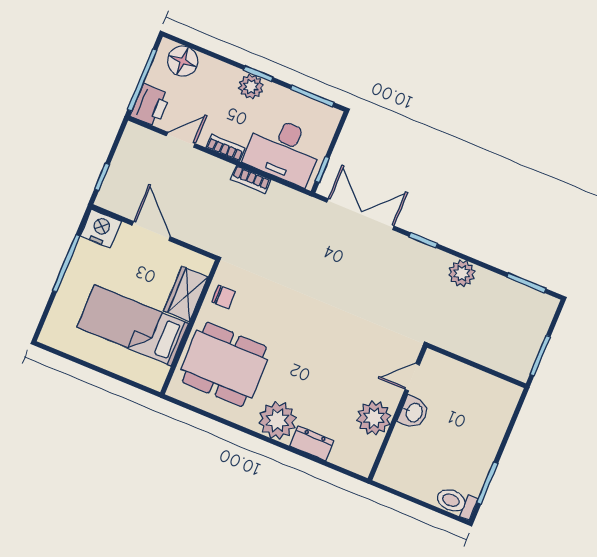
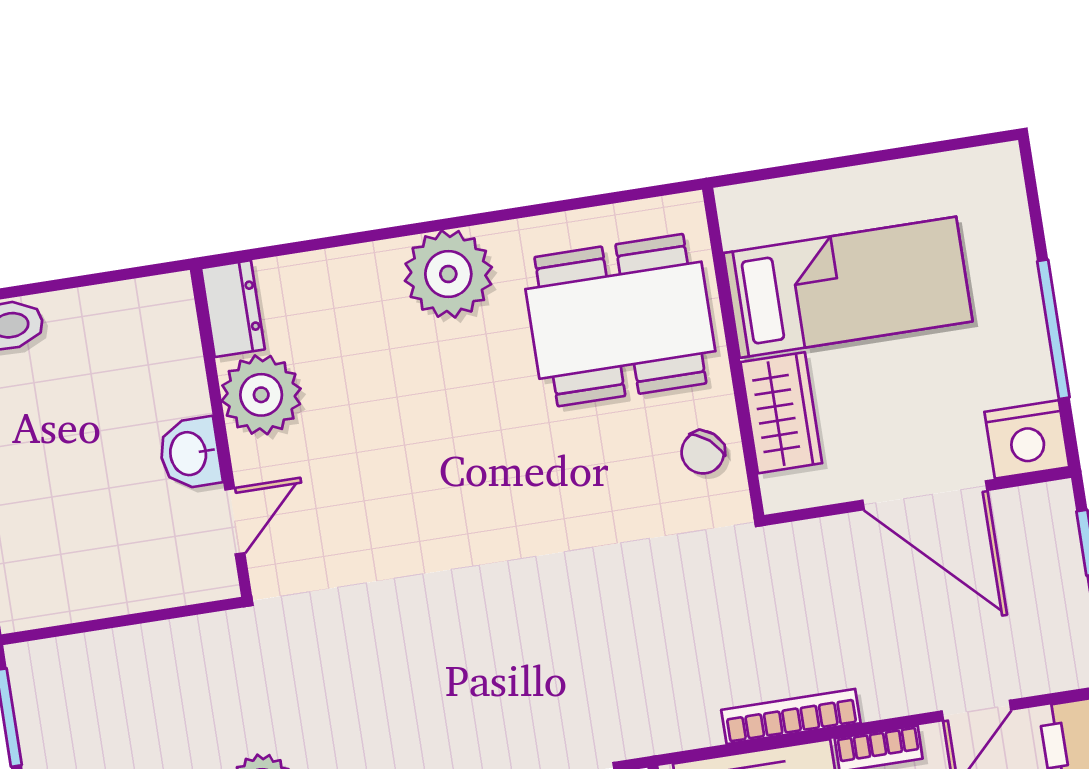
bookcase: (251, 179) -> (791, 716), width x1.56
door: (151, 231) -> (925, 495), width x1.36
chair: (224, 297) -> (703, 452), turned -50
dresser: (312, 443) -> (233, 309), moved, turned -90

